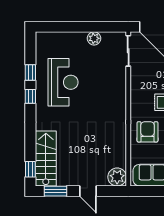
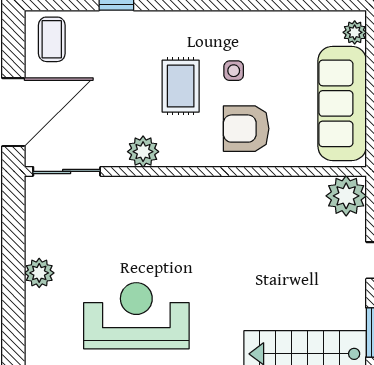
plant: (94, 38) -> (39, 273), moved
plant: (137, 85) -> (143, 152), added

